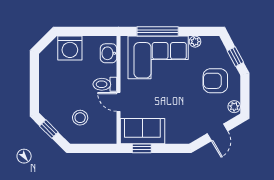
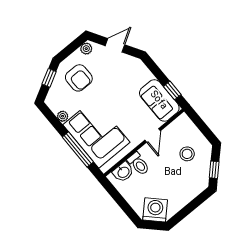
washing machine: (70, 48) -> (155, 210), moved, turned -45
toilet: (105, 84) -> (138, 164), moved

